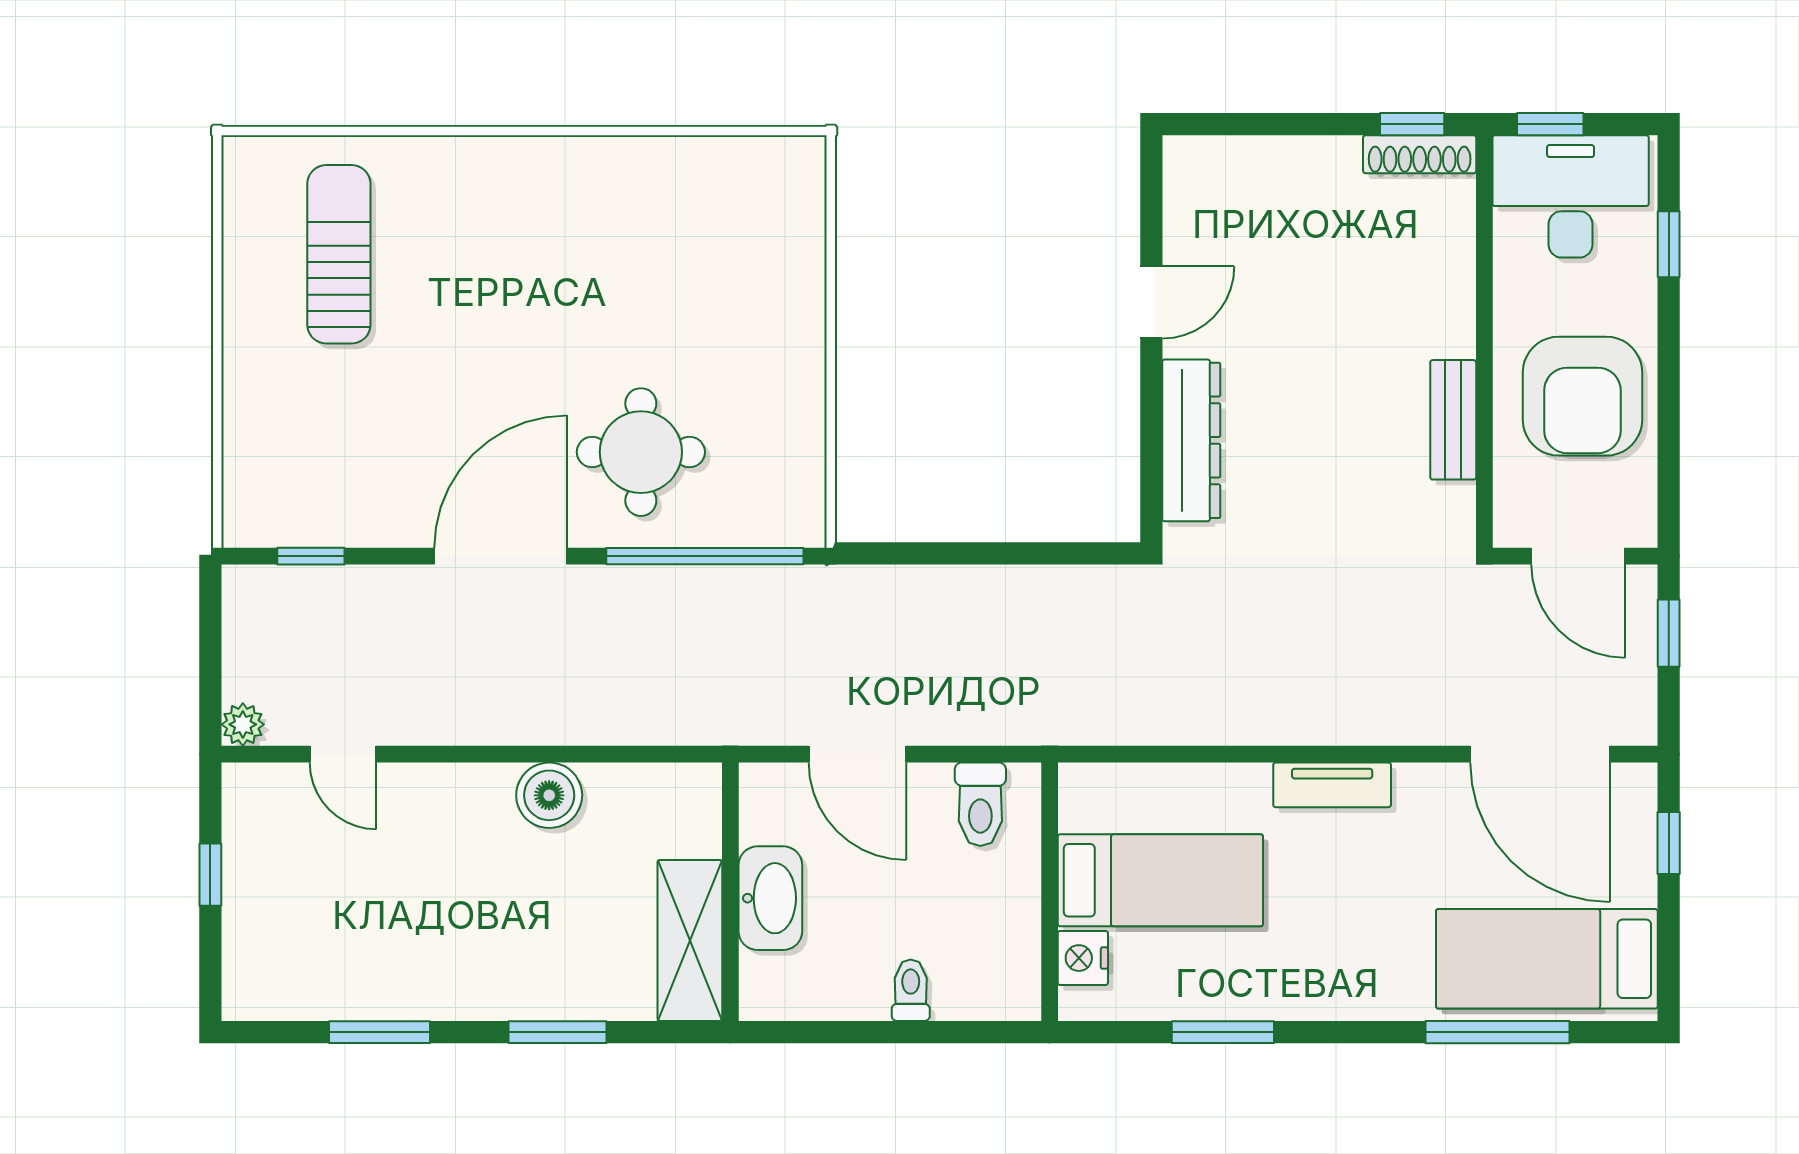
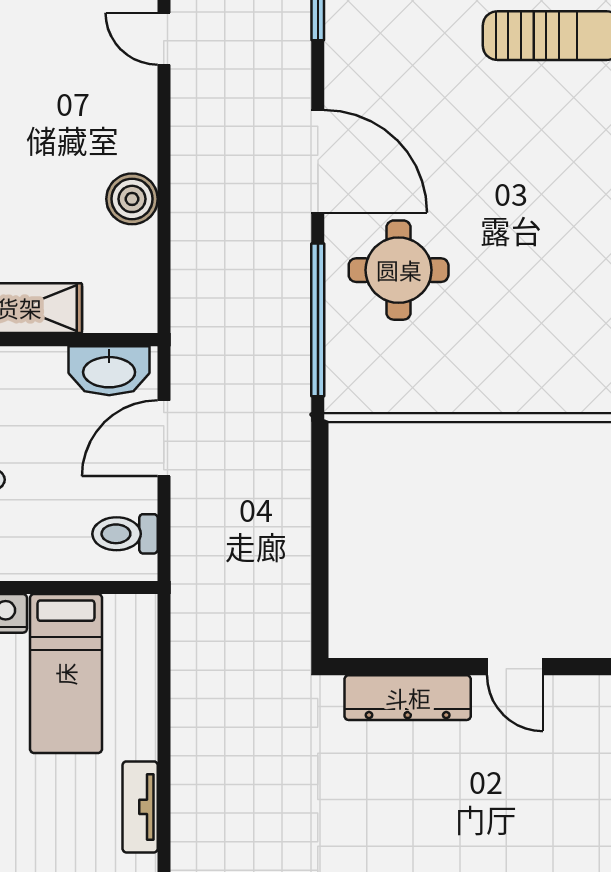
door: (343, 754) -> (164, 39), hinge flipped
washbasin: (770, 898) -> (109, 371), moved

